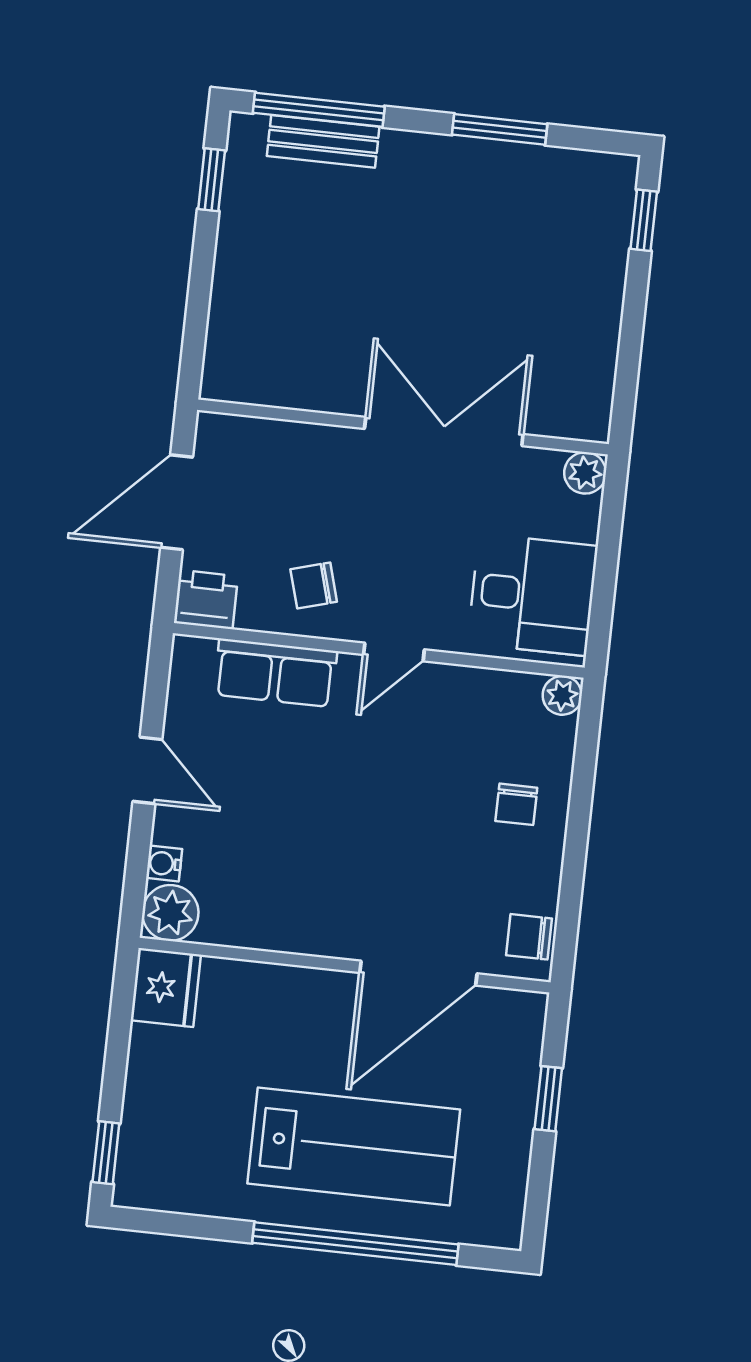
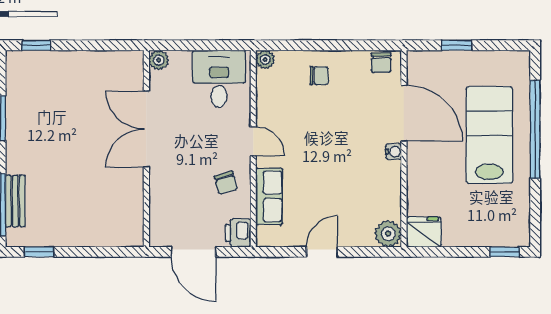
water cooler: (164, 863) -> (394, 152), moved, turned -90

